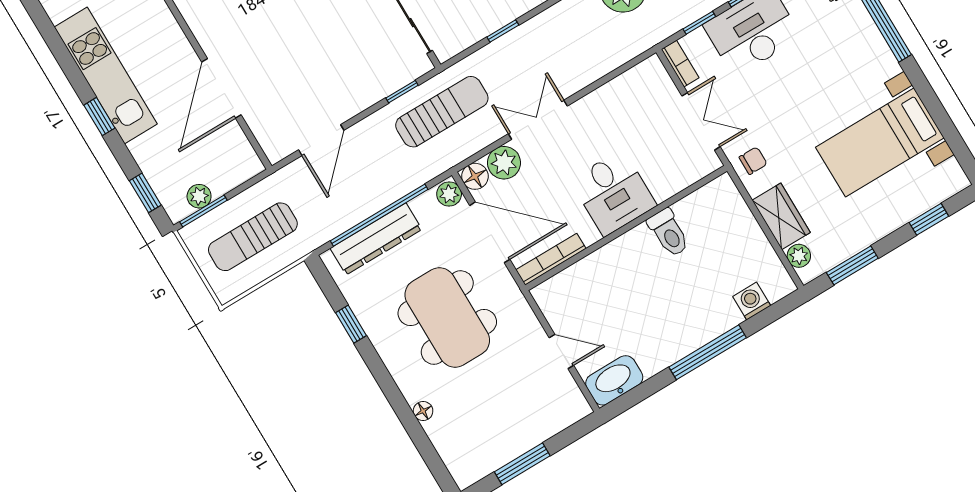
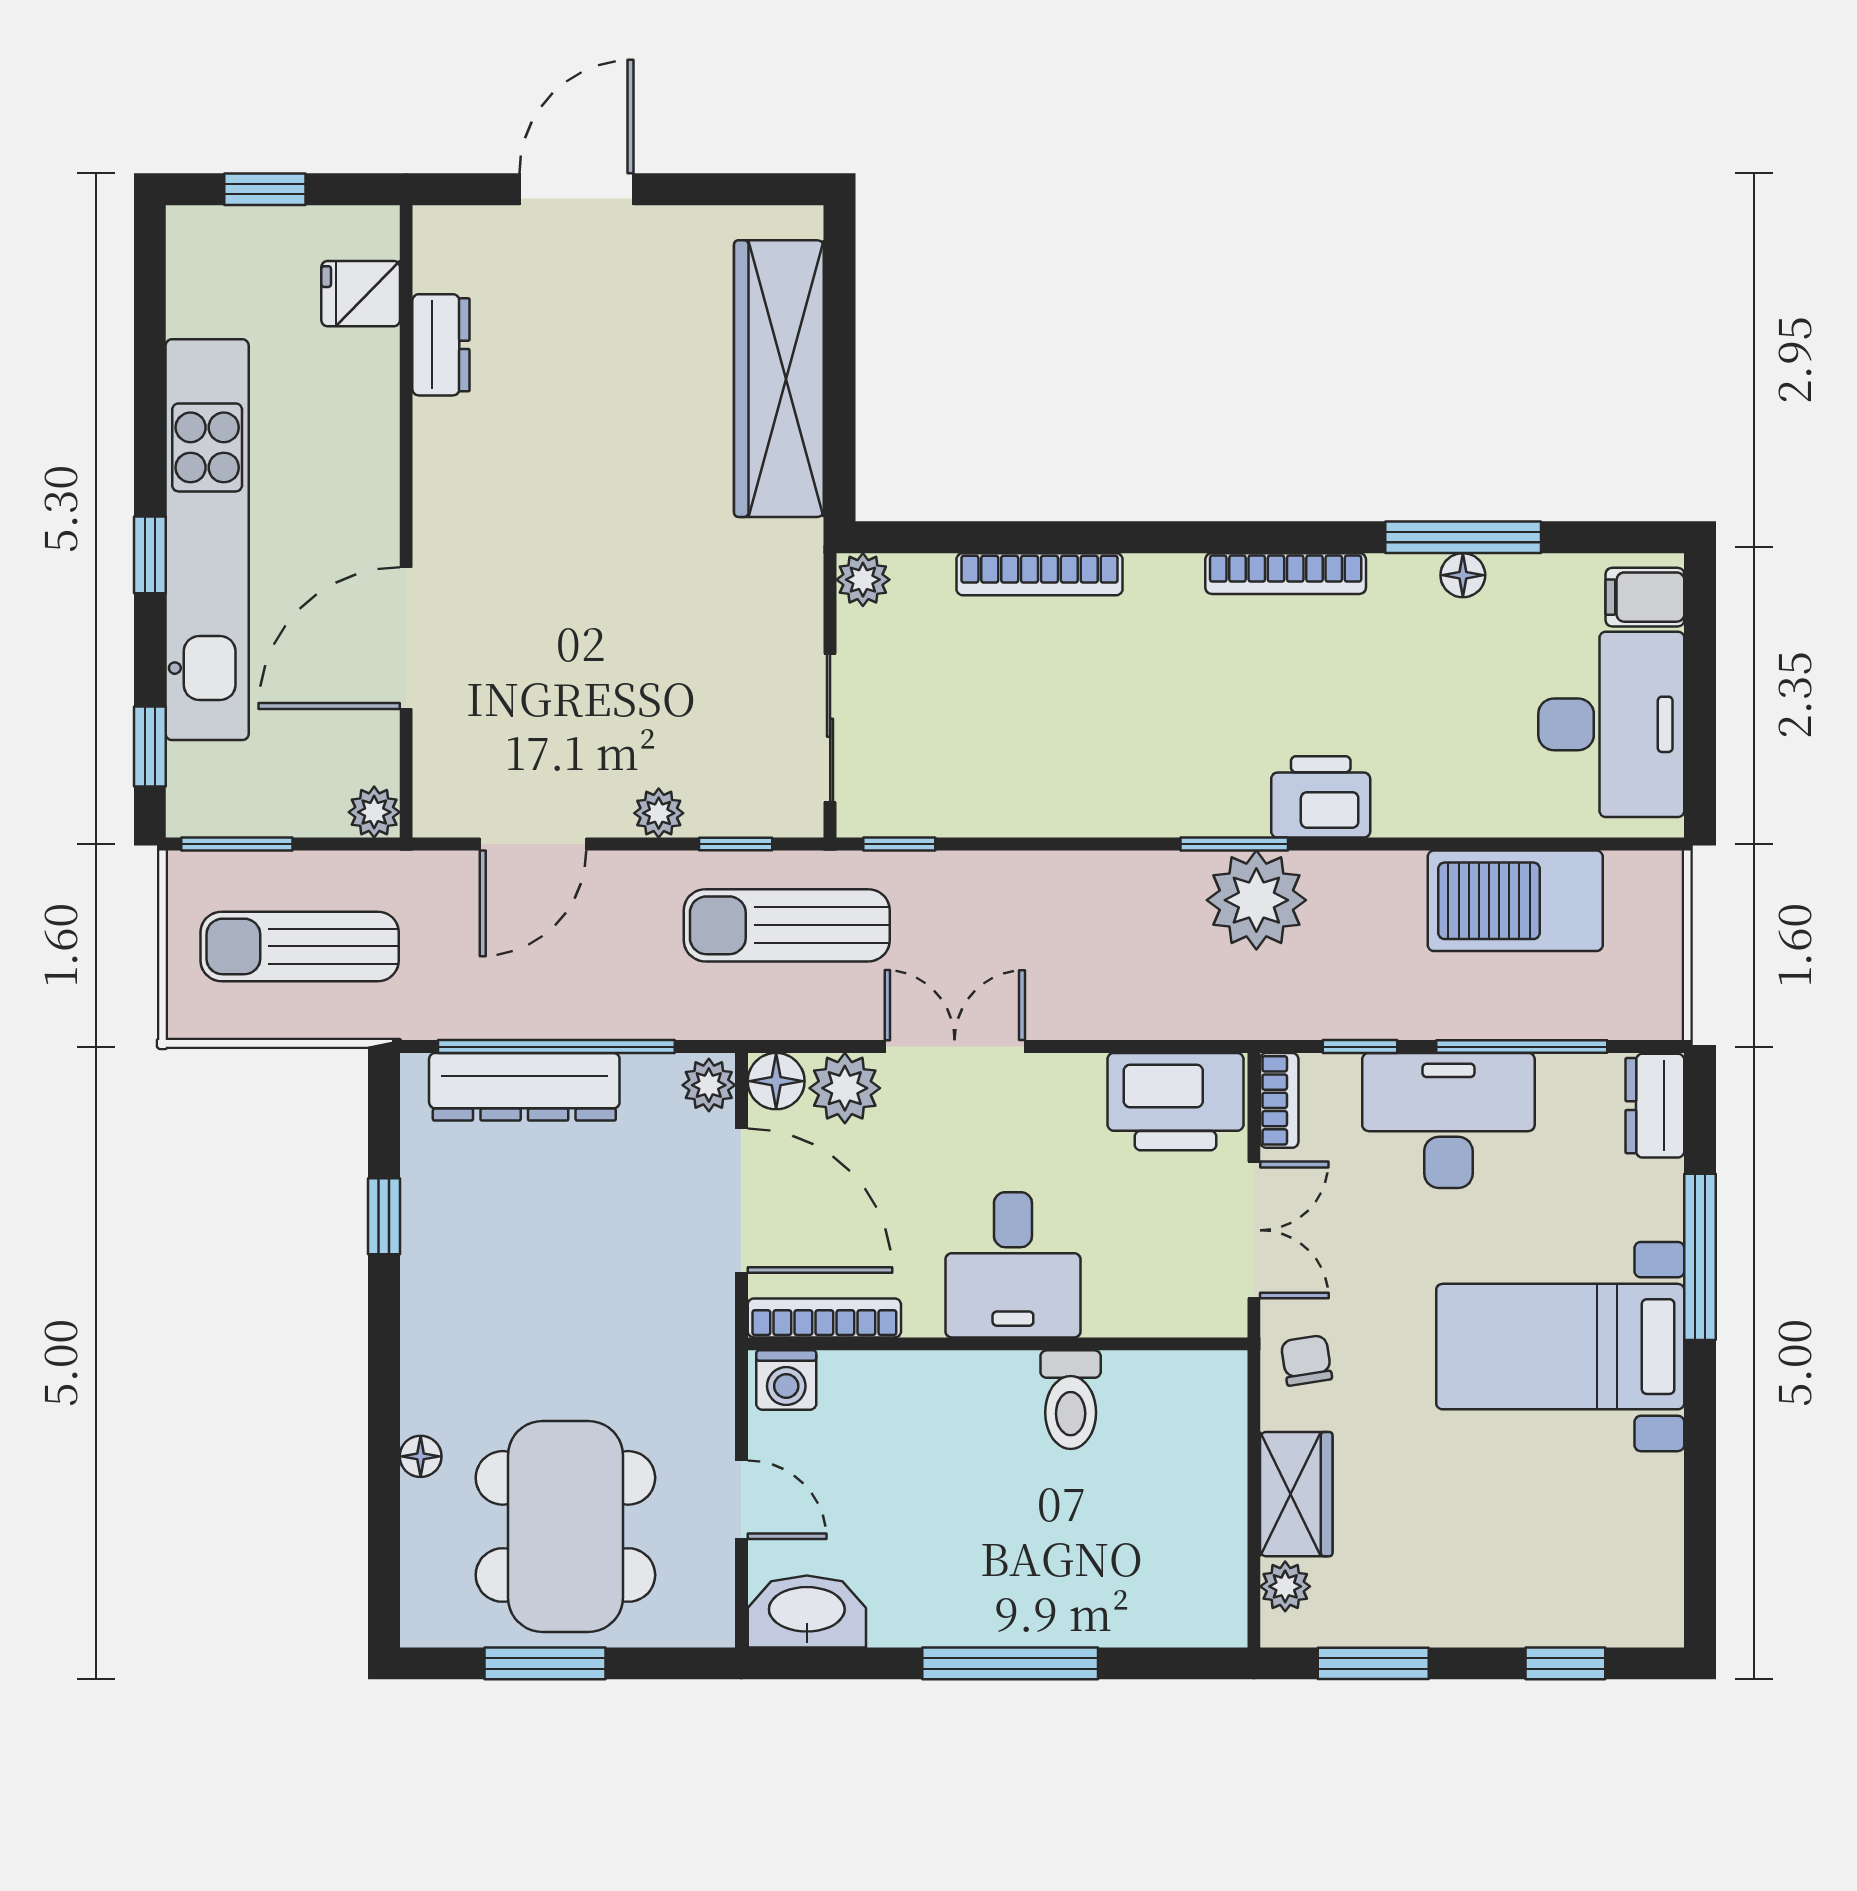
window: (503, 31) -> (899, 844), moved
kitchen unit: (106, 75) -> (207, 540), width x1.36
printer: (639, 89) -> (1175, 1102), added
plant: (364, 98) -> (659, 813), added
sun lounger: (442, 112) -> (787, 925), turned 180
bed with nightstands: (880, 142) -> (1560, 1347), moved
chair: (753, 161) -> (1306, 1360), turned -99
plant: (199, 196) -> (374, 812), moved
washing machine: (752, 301) -> (786, 1380), moved, turned 180
dining table: (447, 318) -> (565, 1526), moved

